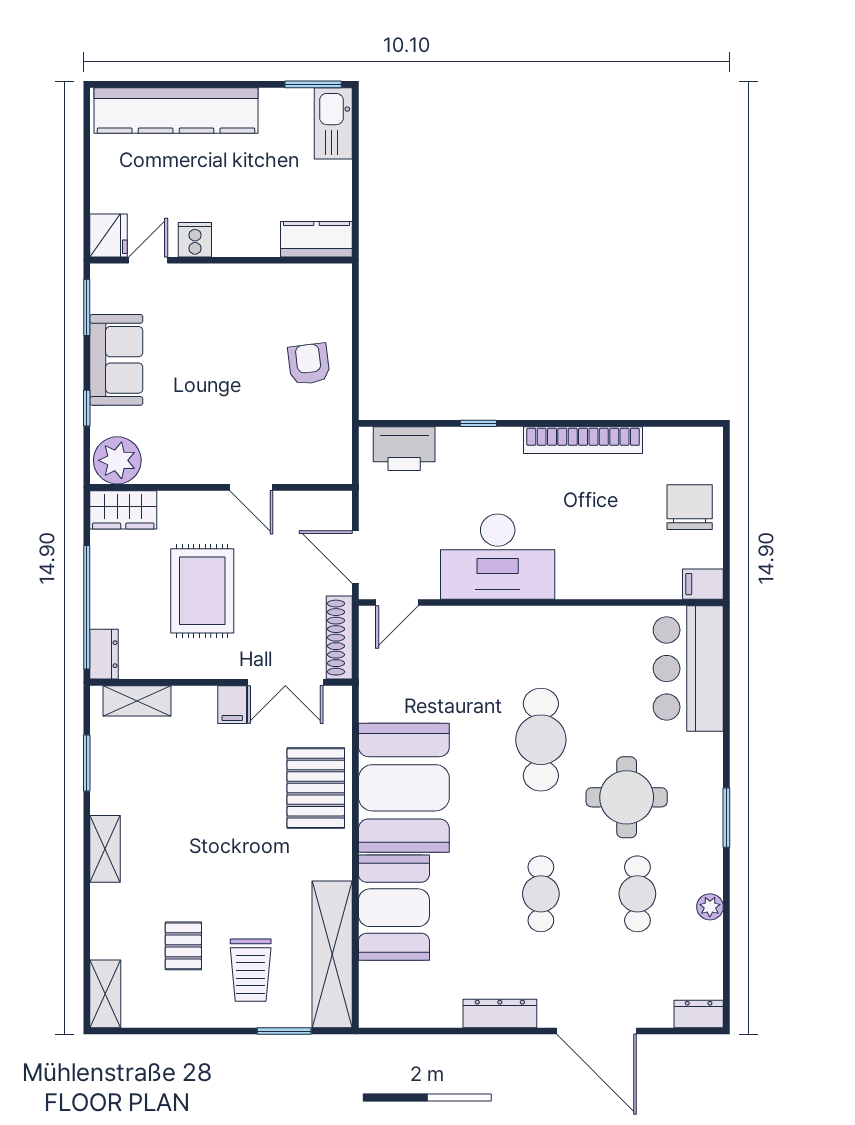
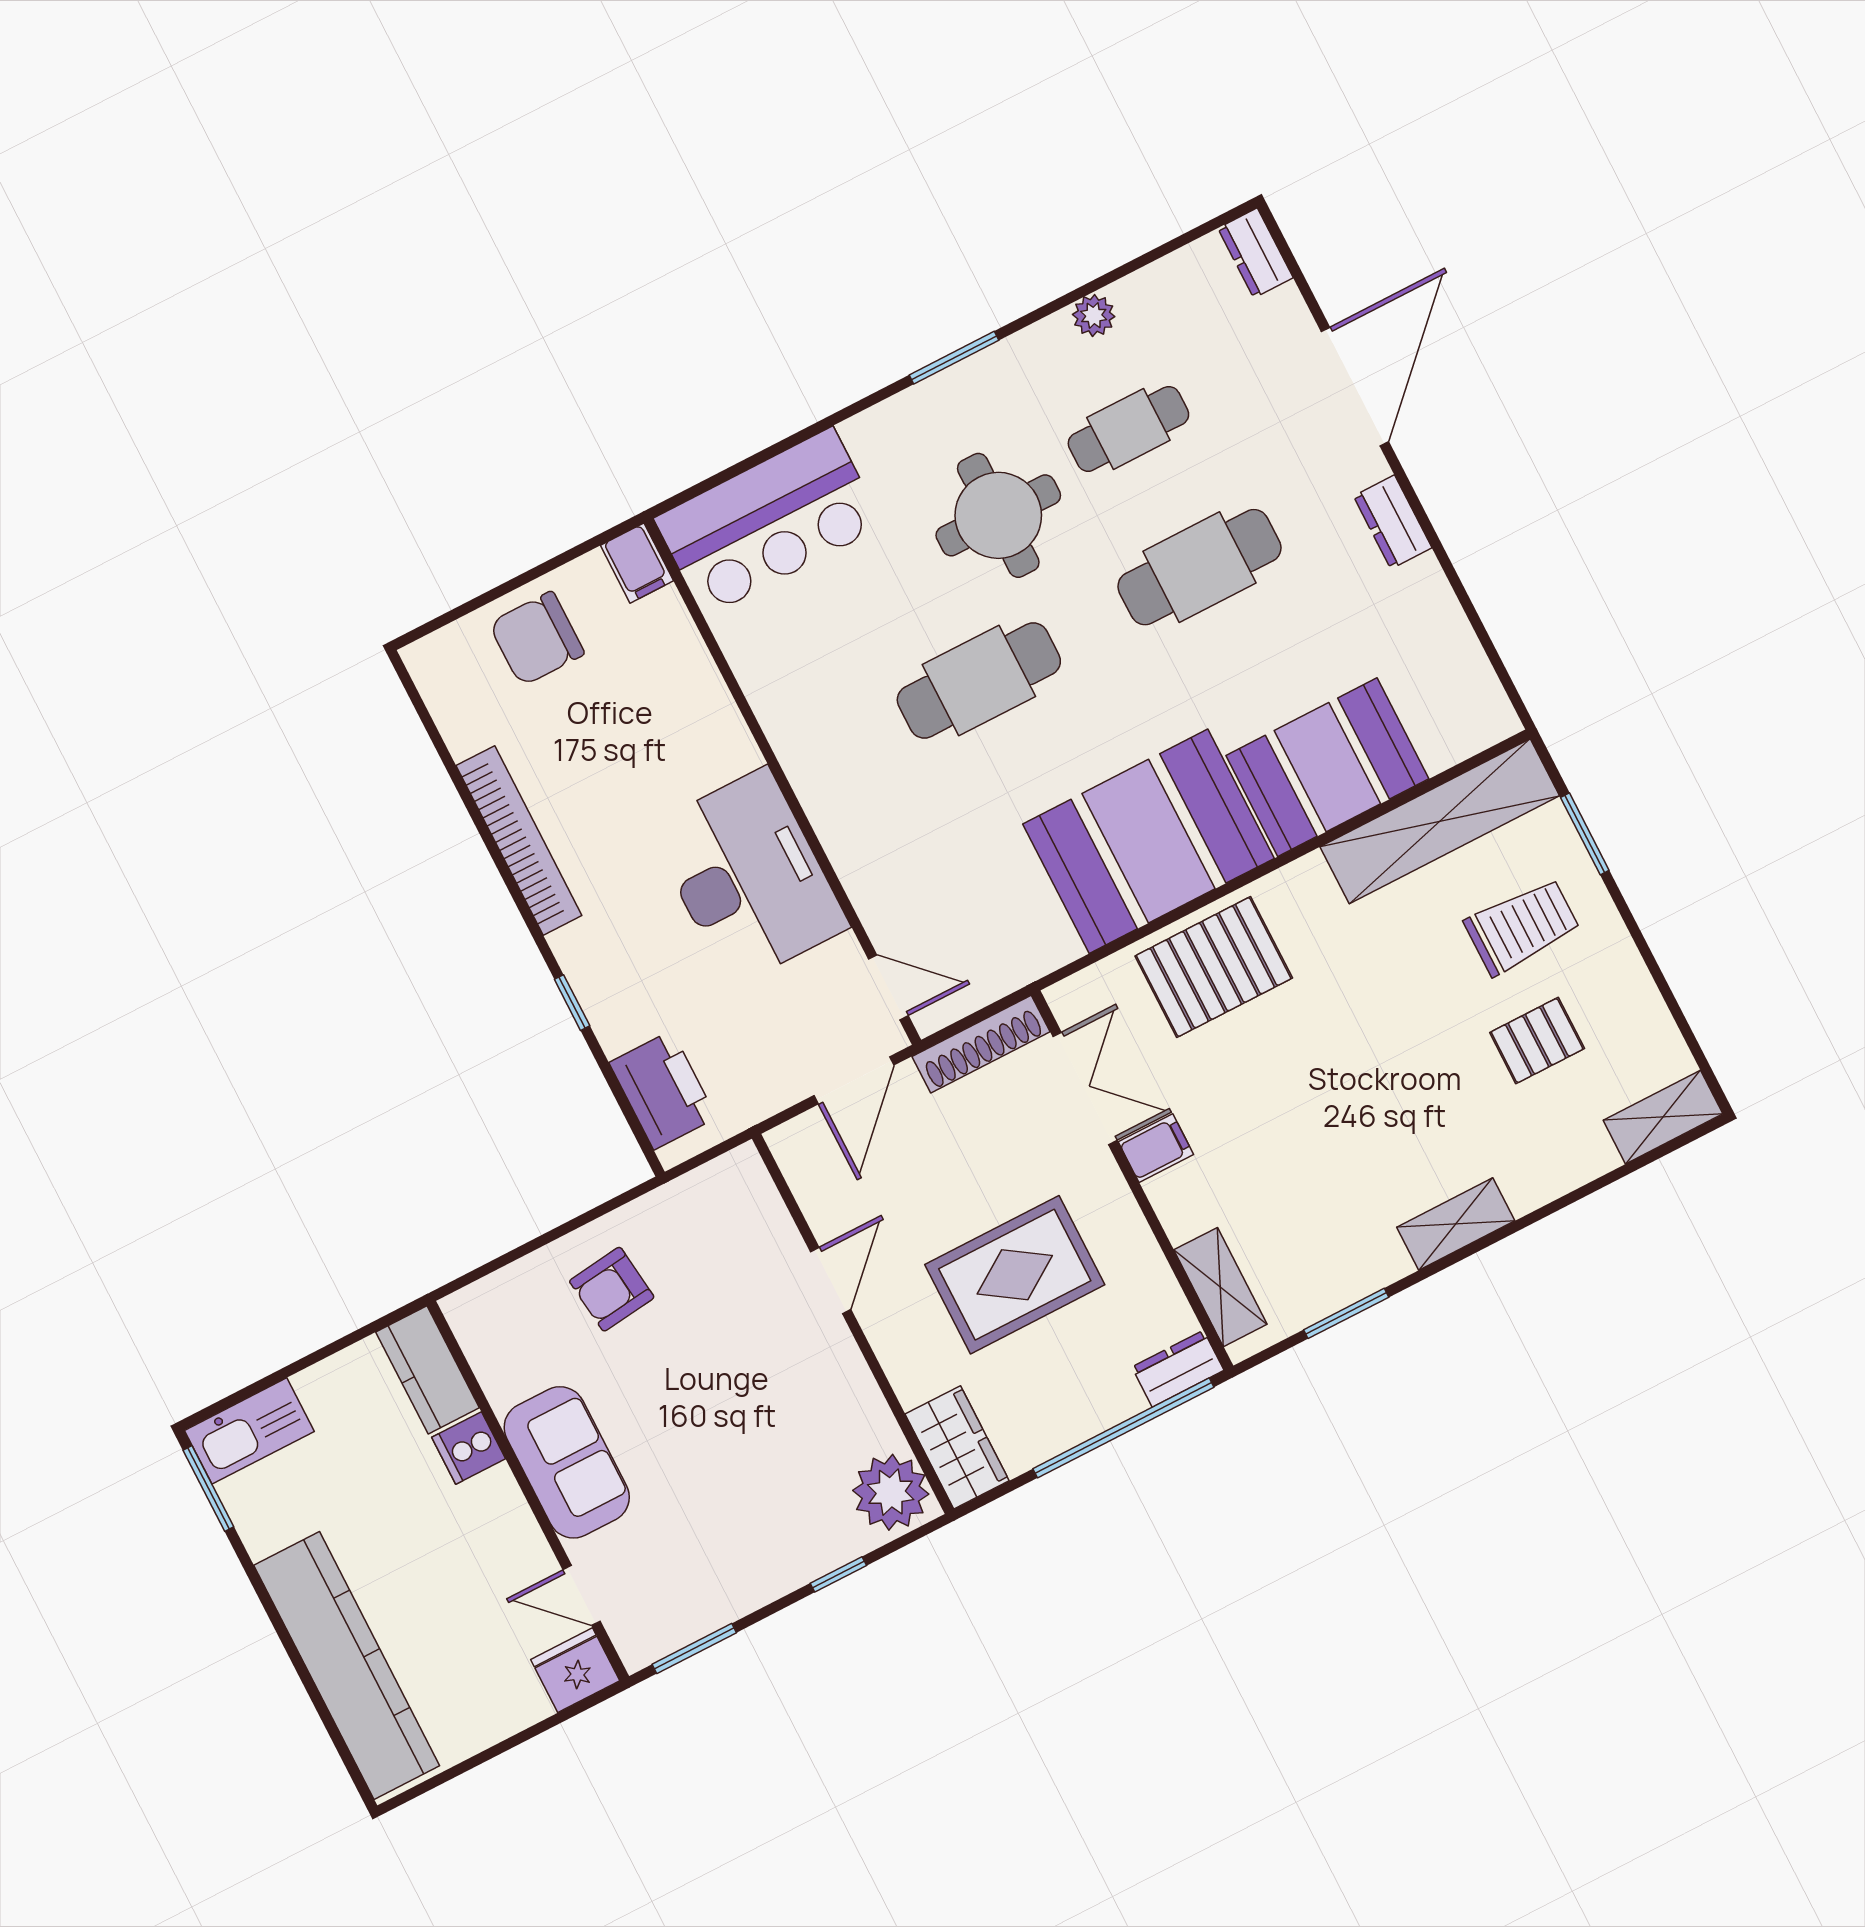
cooker: (195, 240) -> (469, 1448), moved
sofa: (116, 360) -> (567, 1462), moved, turned 90
cafe table: (541, 894) -> (1199, 567), width x1.37, depth x1.35
dresser: (500, 1013) -> (1393, 522), width x0.70

